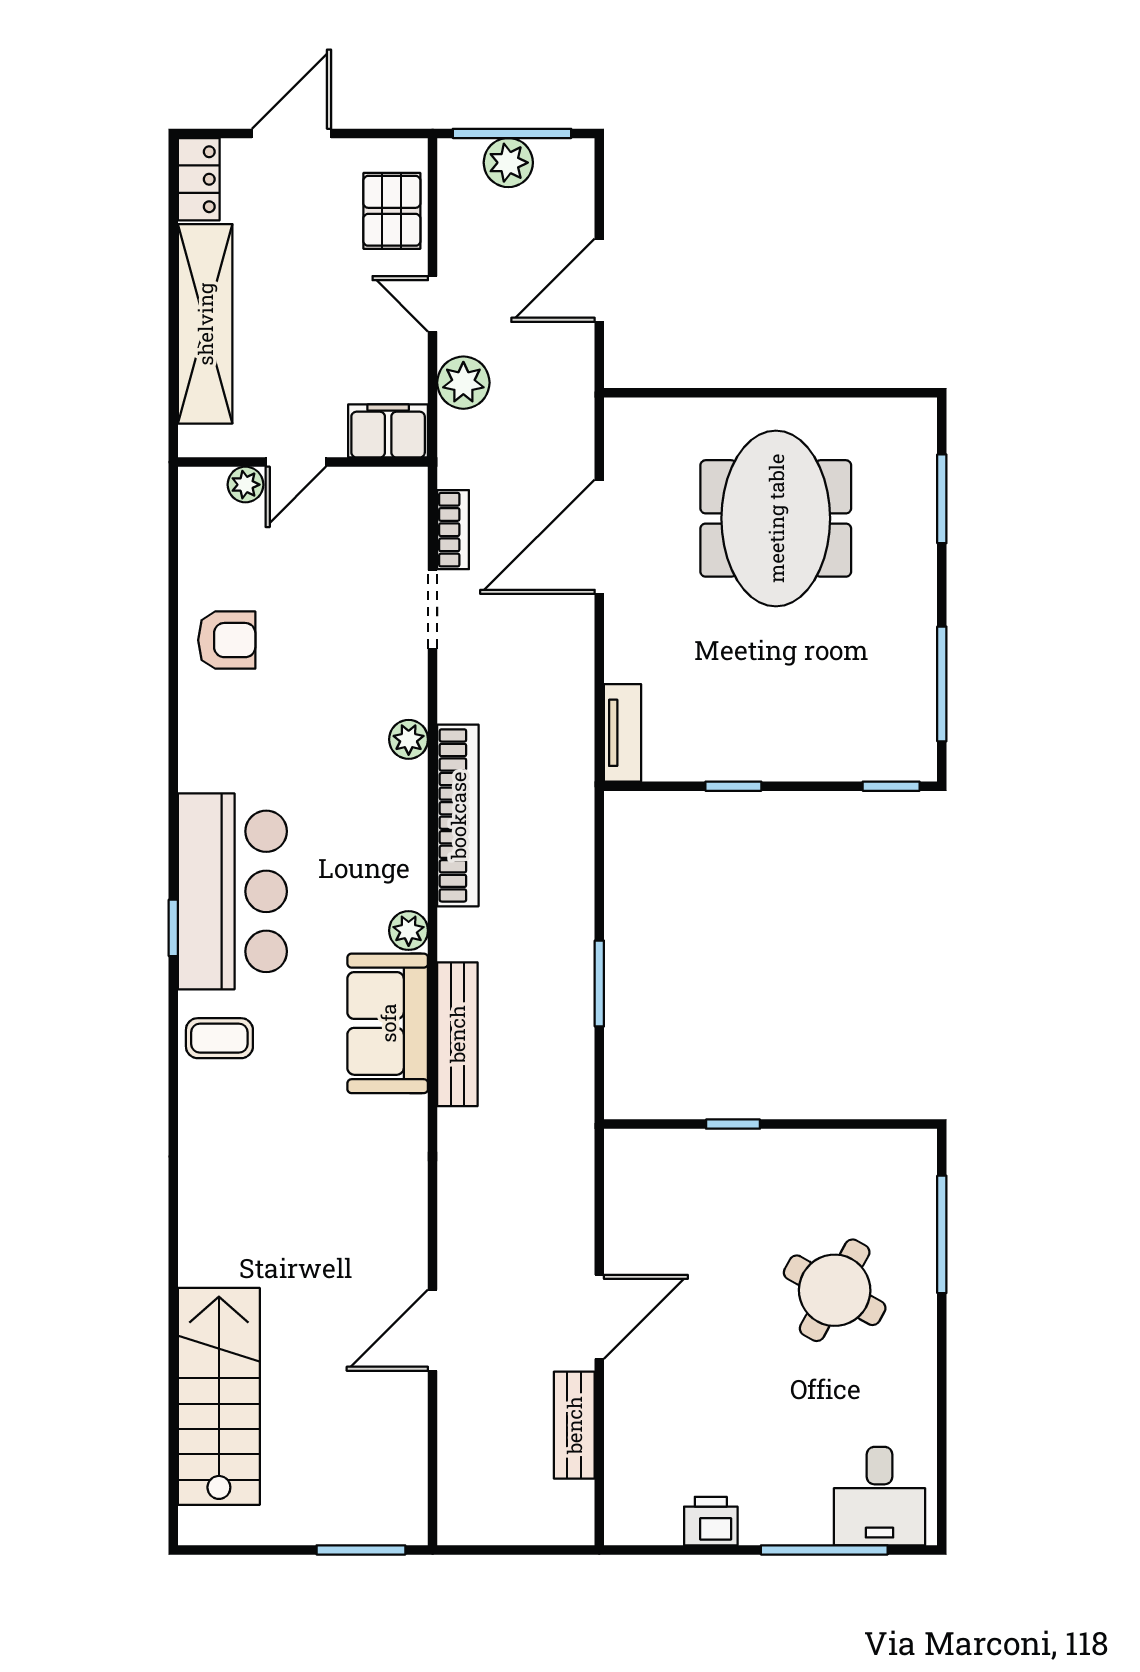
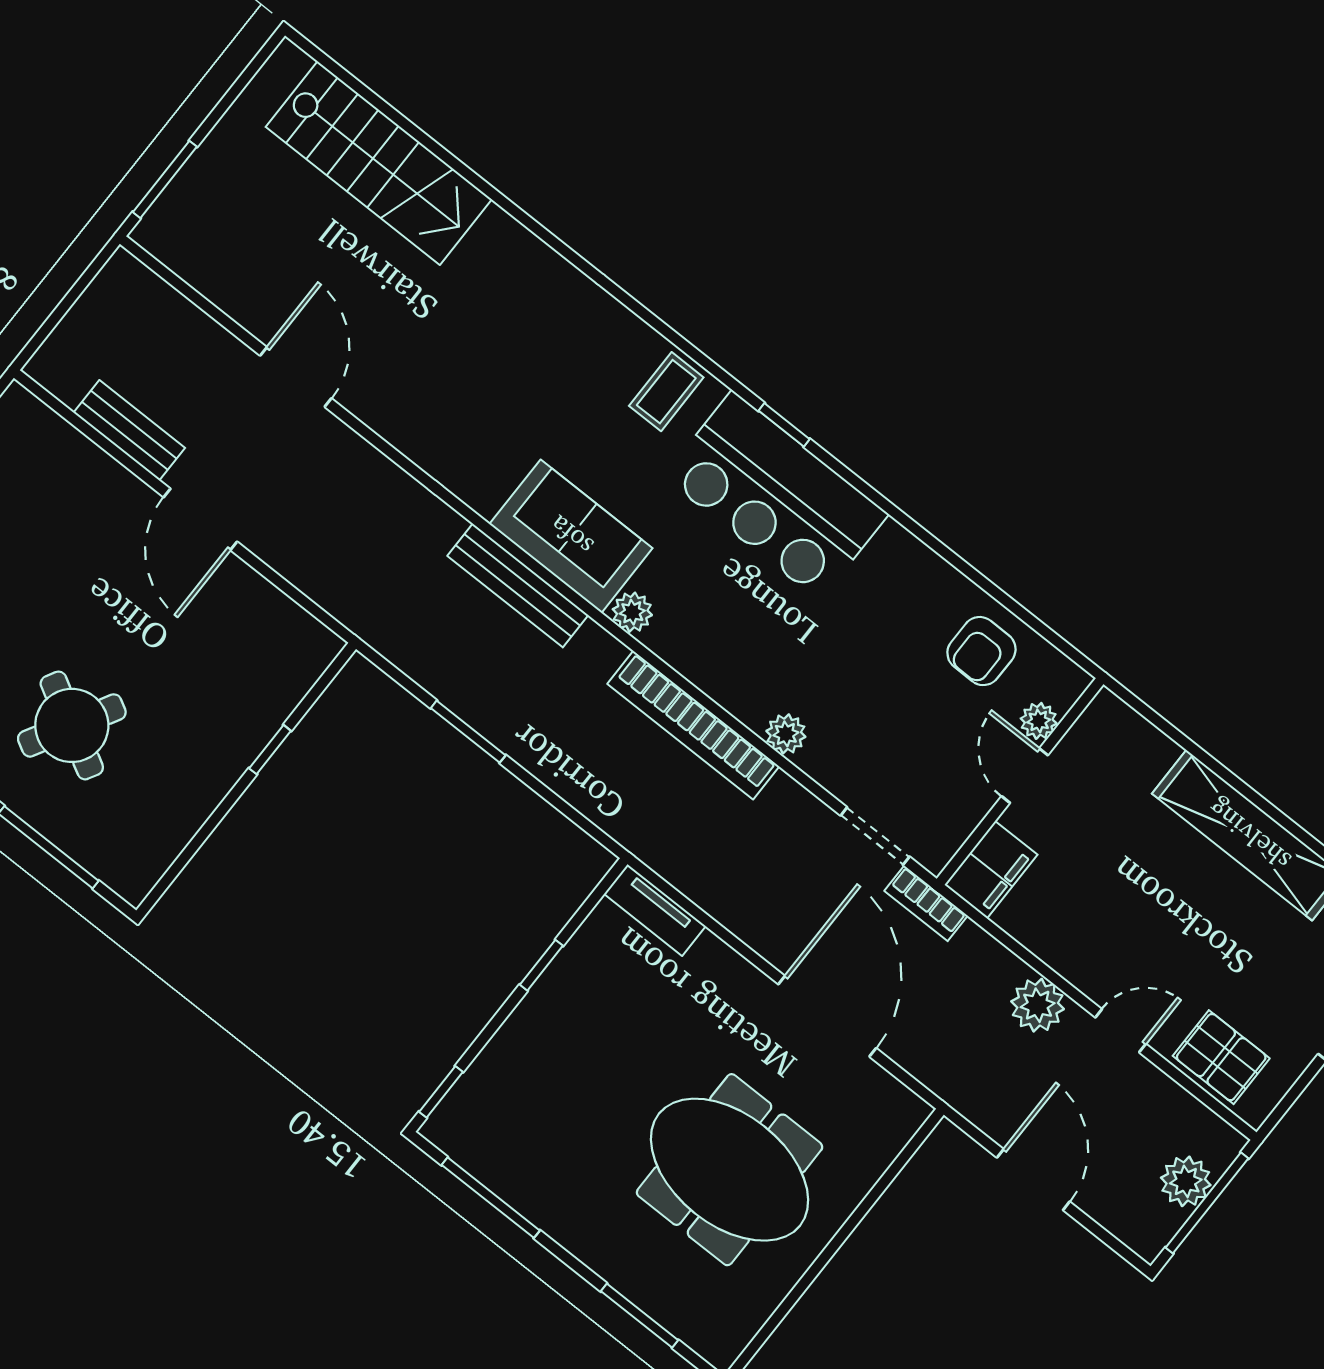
filing cabinet: (388, 431) -> (991, 870), moved
door: (296, 462) -> (1025, 776), moved
wall: (303, 462) -> (1020, 781), moved
plant: (245, 485) -> (1039, 721), moved

